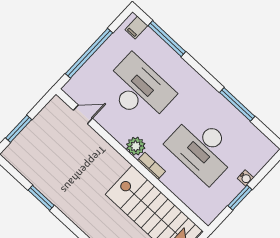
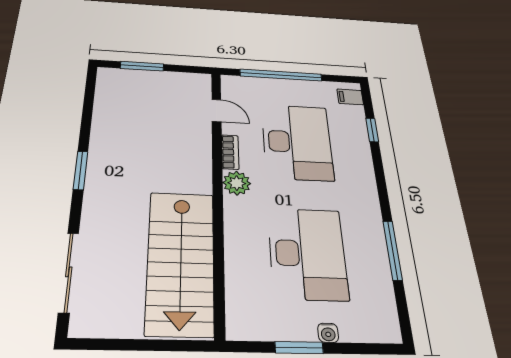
window: (167, 39) -> (372, 130), width x0.46
desk: (202, 148) -> (307, 253), turned 180
bookcase: (151, 166) -> (230, 152), moved
window: (41, 198) -> (81, 170), moved

